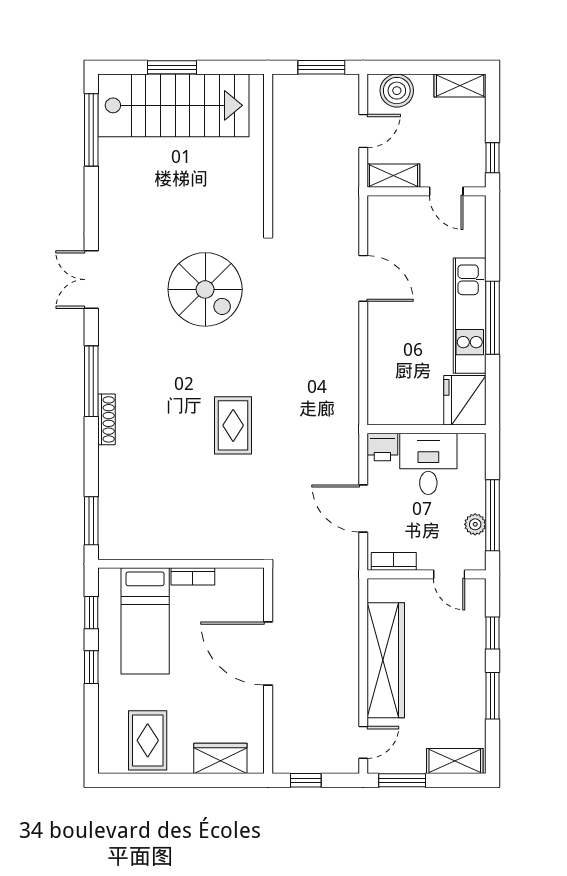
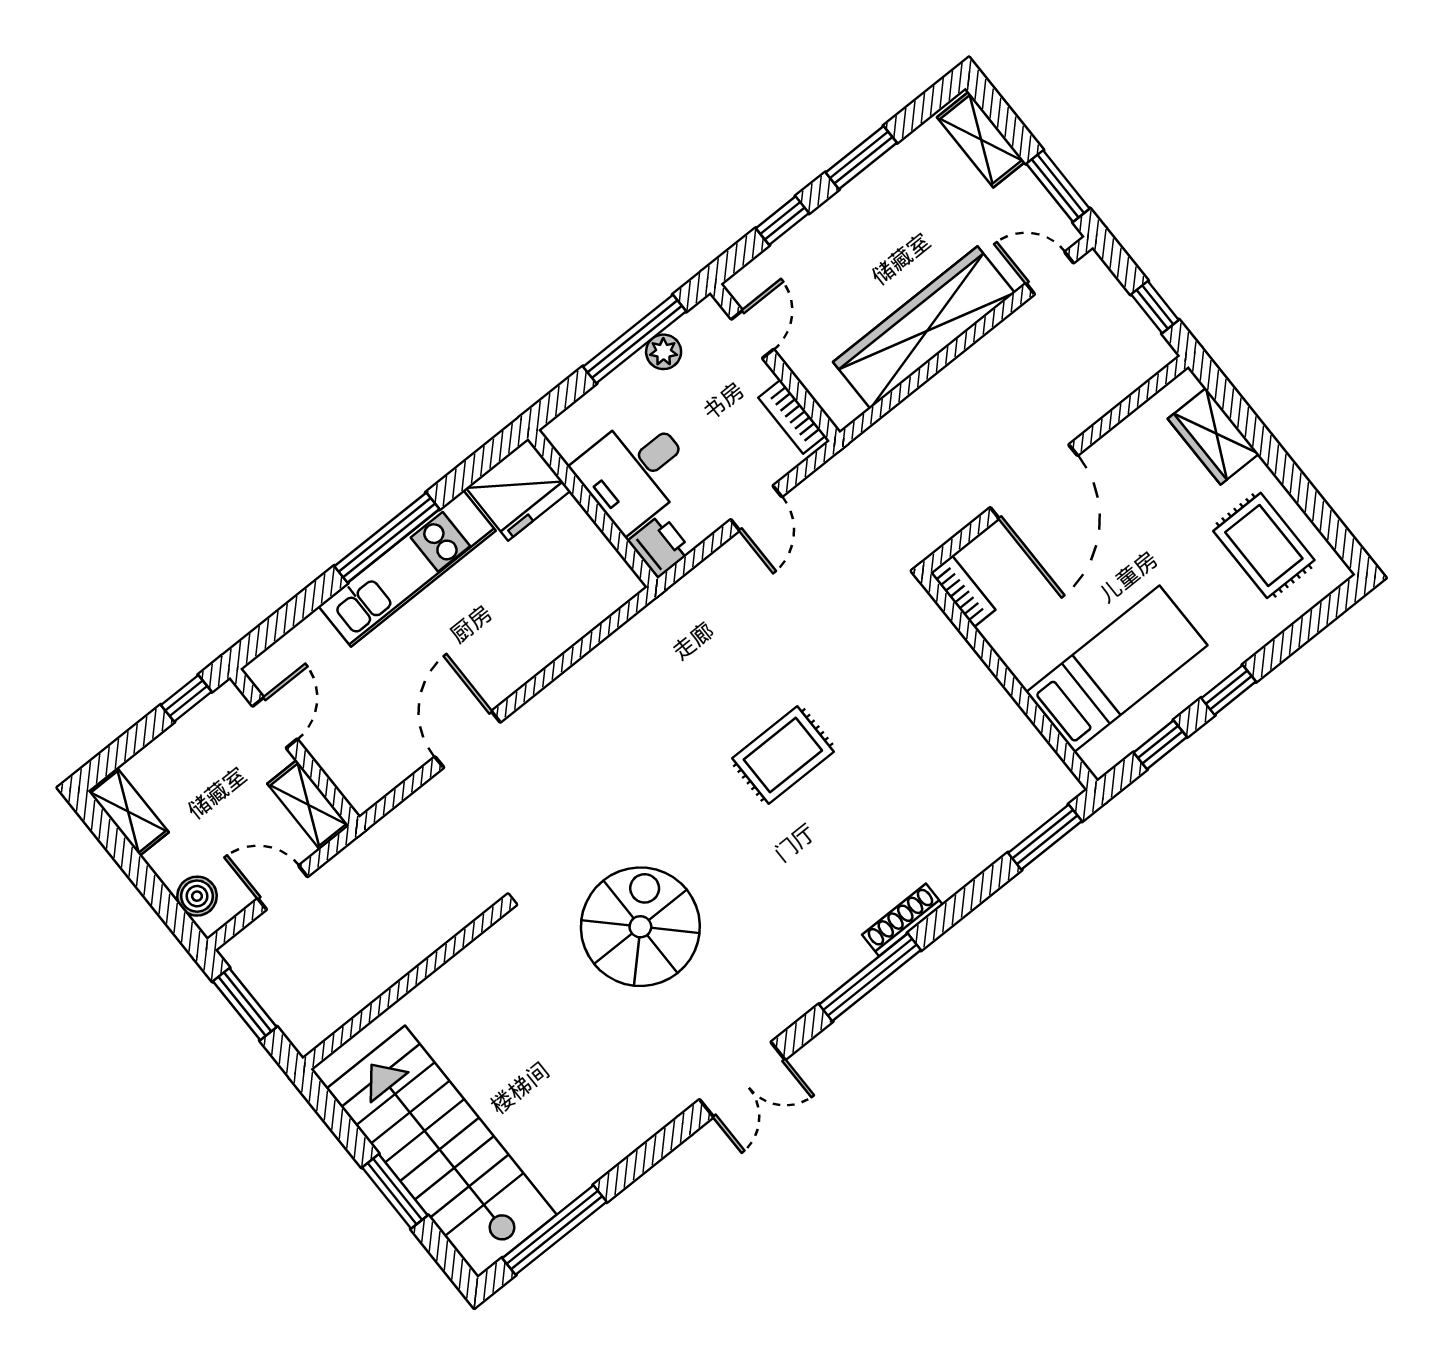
boiler: (397, 91) -> (197, 896), width x0.73, depth x0.73
door: (363, 508) -> (756, 508), width x0.73
bookcase: (193, 576) -> (963, 591), moved
rug: (148, 740) -> (1264, 545), turned 90

